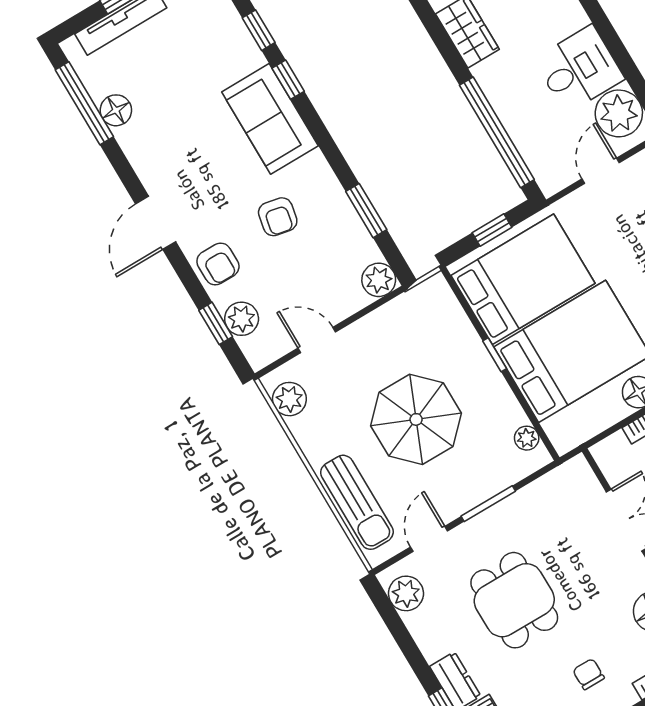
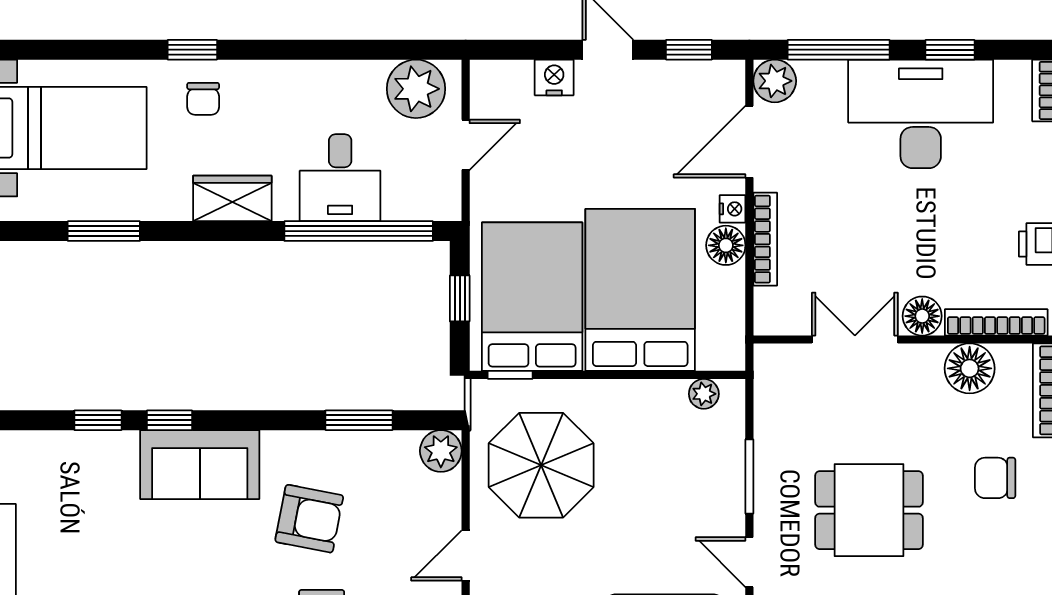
desk: (579, 69) -> (340, 178), moved, turned 180
door: (601, 171) -> (466, 145), swing flipped
armchair: (278, 217) -> (309, 519), width x1.38, depth x1.38
window: (495, 355) -> (510, 375), moved
parasol: (416, 419) -> (541, 465), moved
chair: (589, 674) -> (995, 478), width x1.37, depth x1.37

